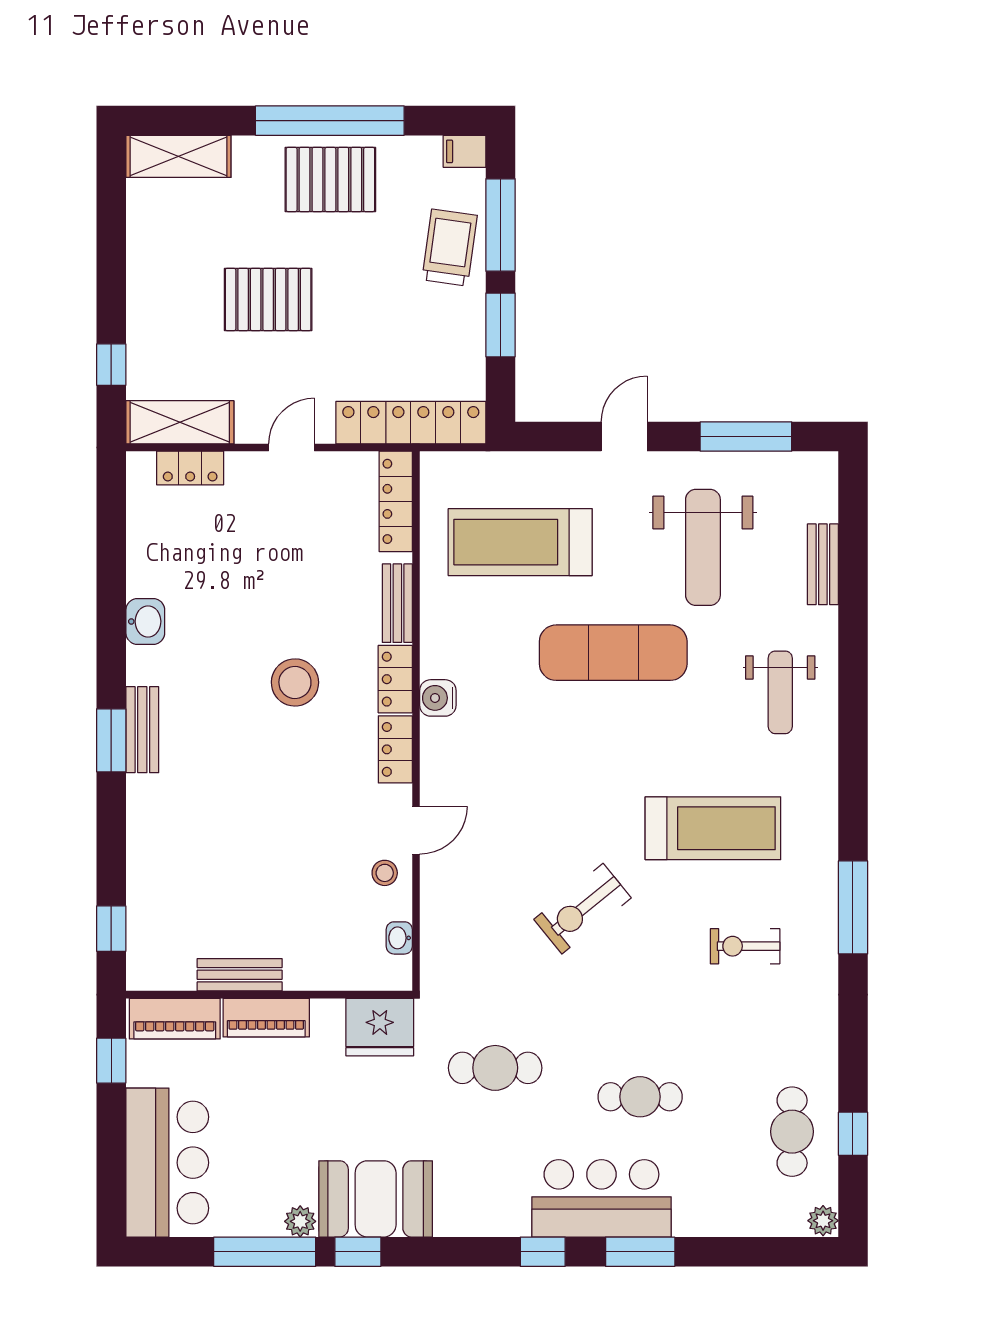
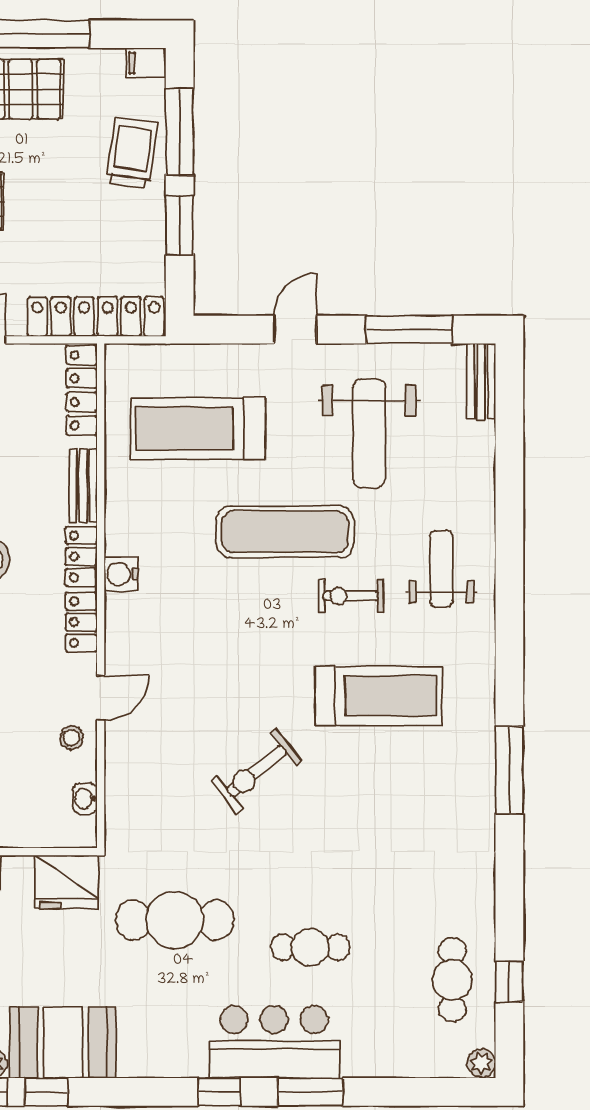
bench: (823, 564) -> (481, 381), moved
weight bench: (780, 692) -> (441, 569), turned 180
exercise bike: (745, 946) -> (351, 596), moved
cafe table: (495, 1068) -> (175, 920), width x1.37, depth x1.35

